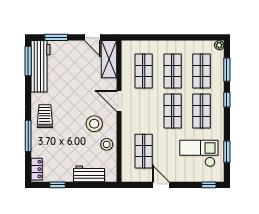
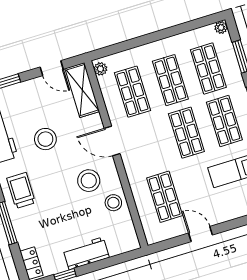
plant: (126, 48) -> (100, 69), added
stool: (73, 85) -> (45, 139), added
workbench: (89, 174) -> (86, 253), moved

